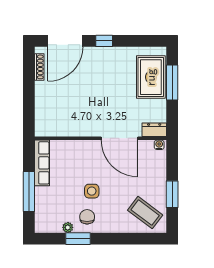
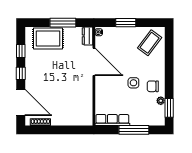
window: (134, 41) -> (21, 51), added
window: (172, 83) -> (63, 23), moved
door: (120, 138) -> (94, 62), hinge flipped
window: (172, 194) -> (126, 23), moved
window: (78, 239) -> (169, 108), moved

